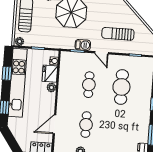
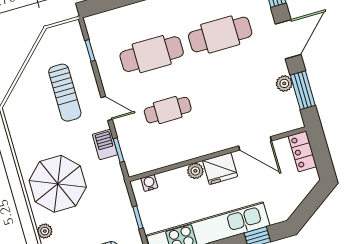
door: (102, 53) -> (107, 108), hinge flipped
fridge: (50, 74) -> (220, 169), moved
cafe table: (86, 125) -> (220, 34), moved, width x1.37, depth x1.35

